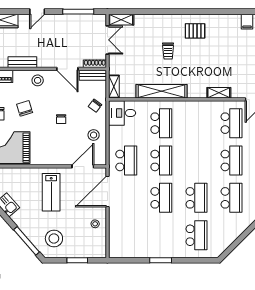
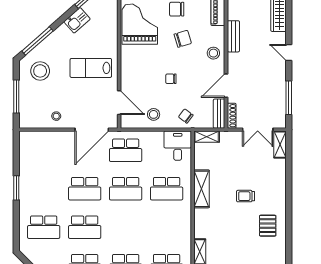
shelving: (161, 91) -> (202, 189), width x0.68
door: (107, 191) -> (92, 130), swing flipped
window: (77, 260) -> (16, 96), width x1.44

